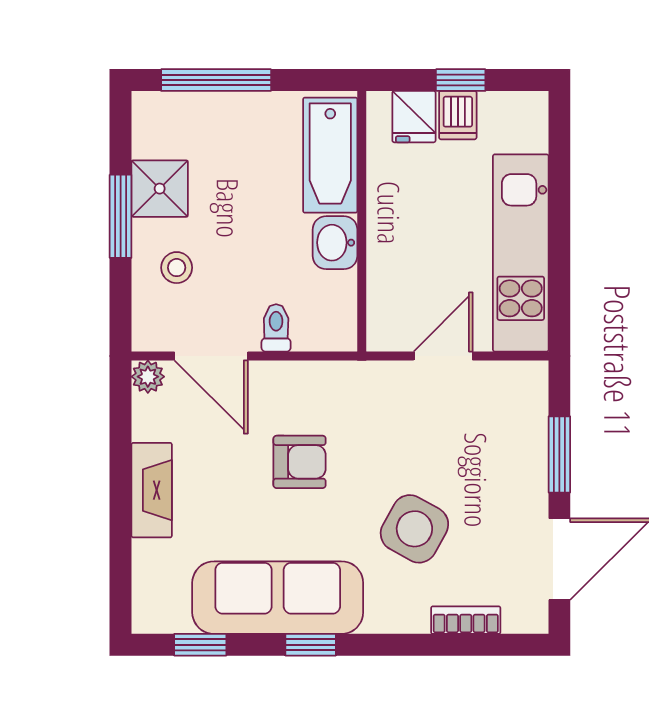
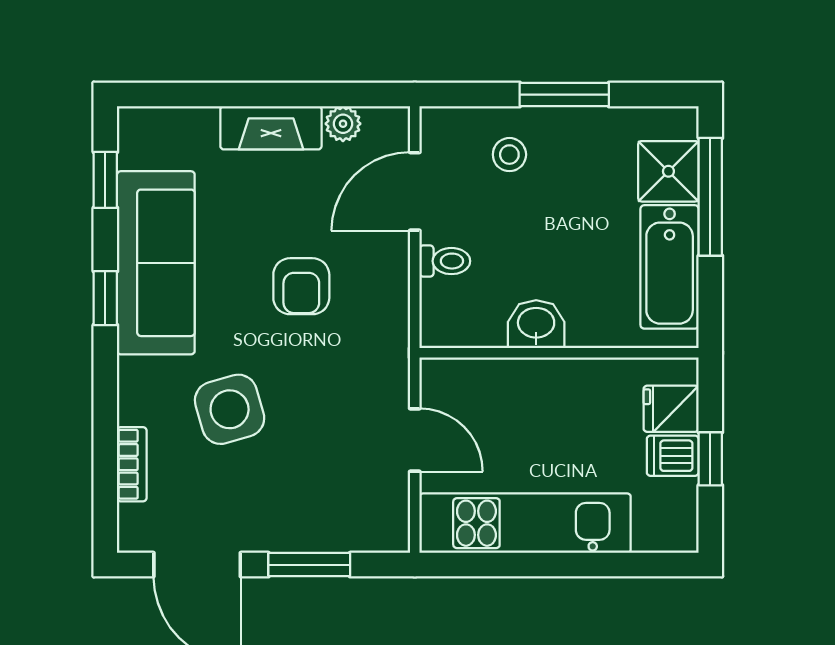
bathtub: (330, 155) -> (670, 267), moved, turned -90
shower: (160, 189) -> (668, 171), moved
plant: (148, 377) -> (343, 124), moved
side table: (414, 529) -> (230, 409), turned 45

